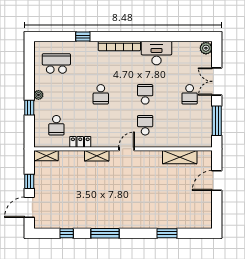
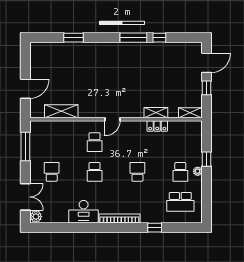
double door: (217, 81) -> (25, 197), moved
school desk: (56, 125) -> (180, 172), moved, turned 180
shelving: (97, 156) -> (156, 113), moved
window: (67, 233) -> (159, 38), moved

